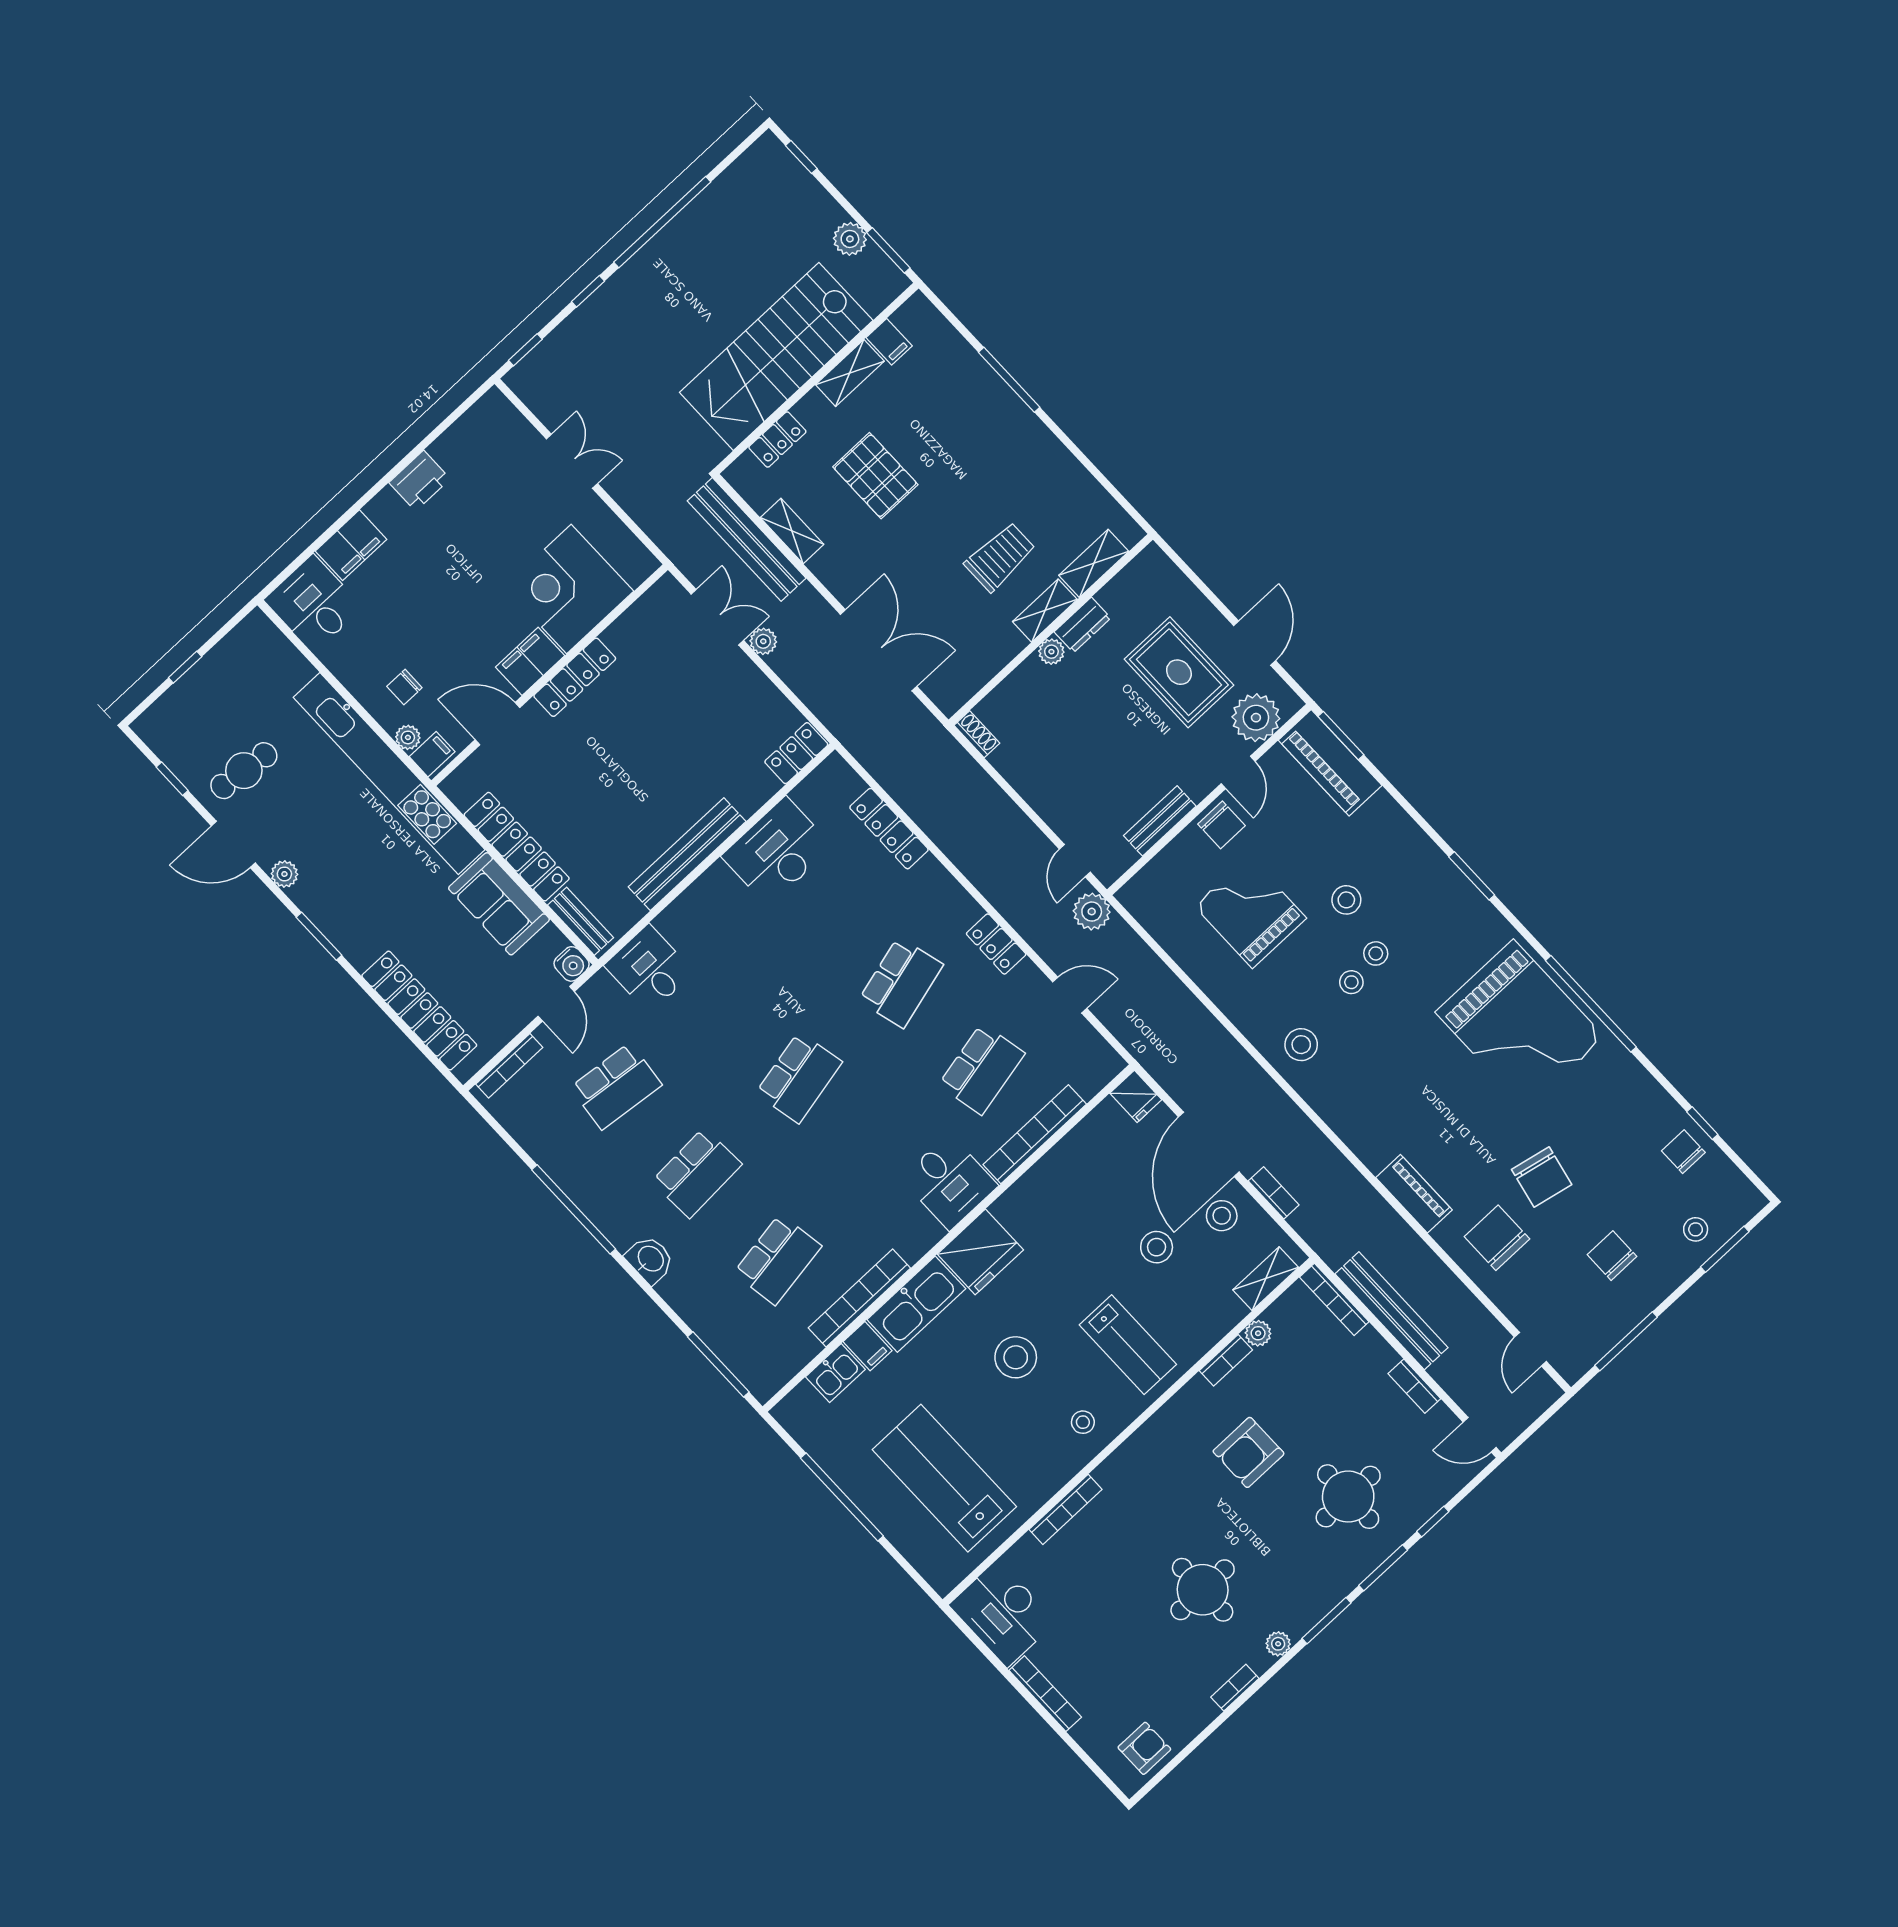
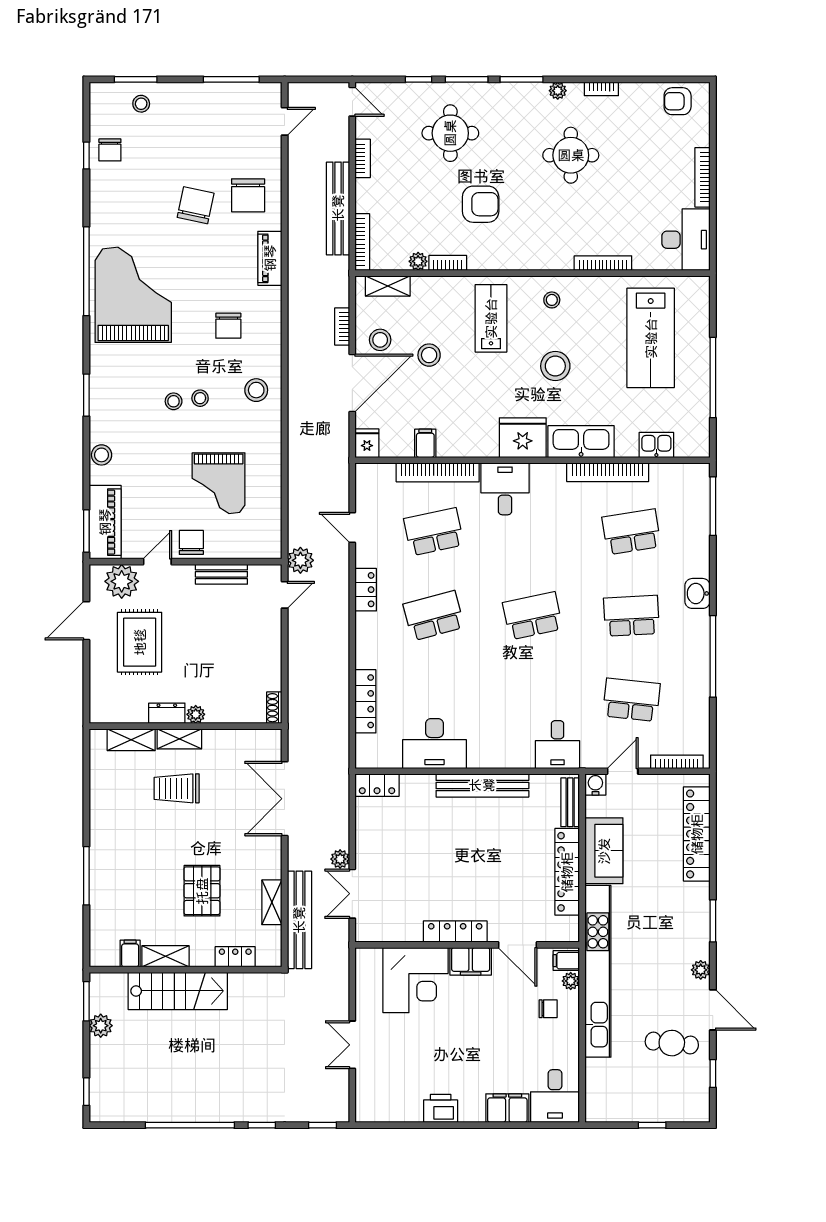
stairs: (776, 356) -> (178, 991), width x0.73, depth x0.66
stool: (1346, 900) -> (102, 455), moved
chair: (1612, 1256) -> (228, 326), moved
filing cabinet: (868, 1346) -> (425, 443), moved

